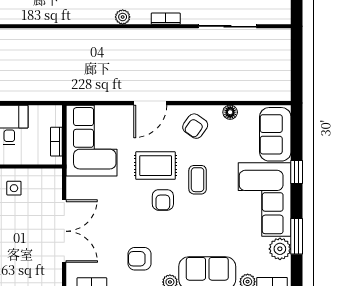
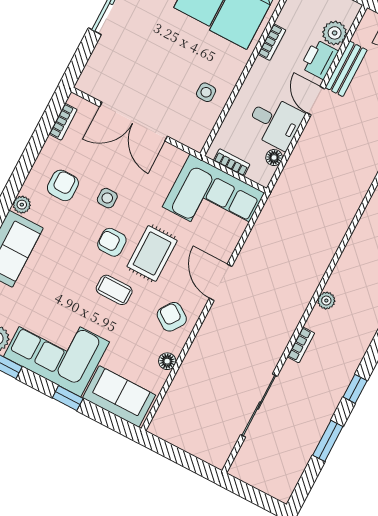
floor lamp: (36, 112) -> (274, 158), added
side table: (132, 221) -> (107, 198), added

